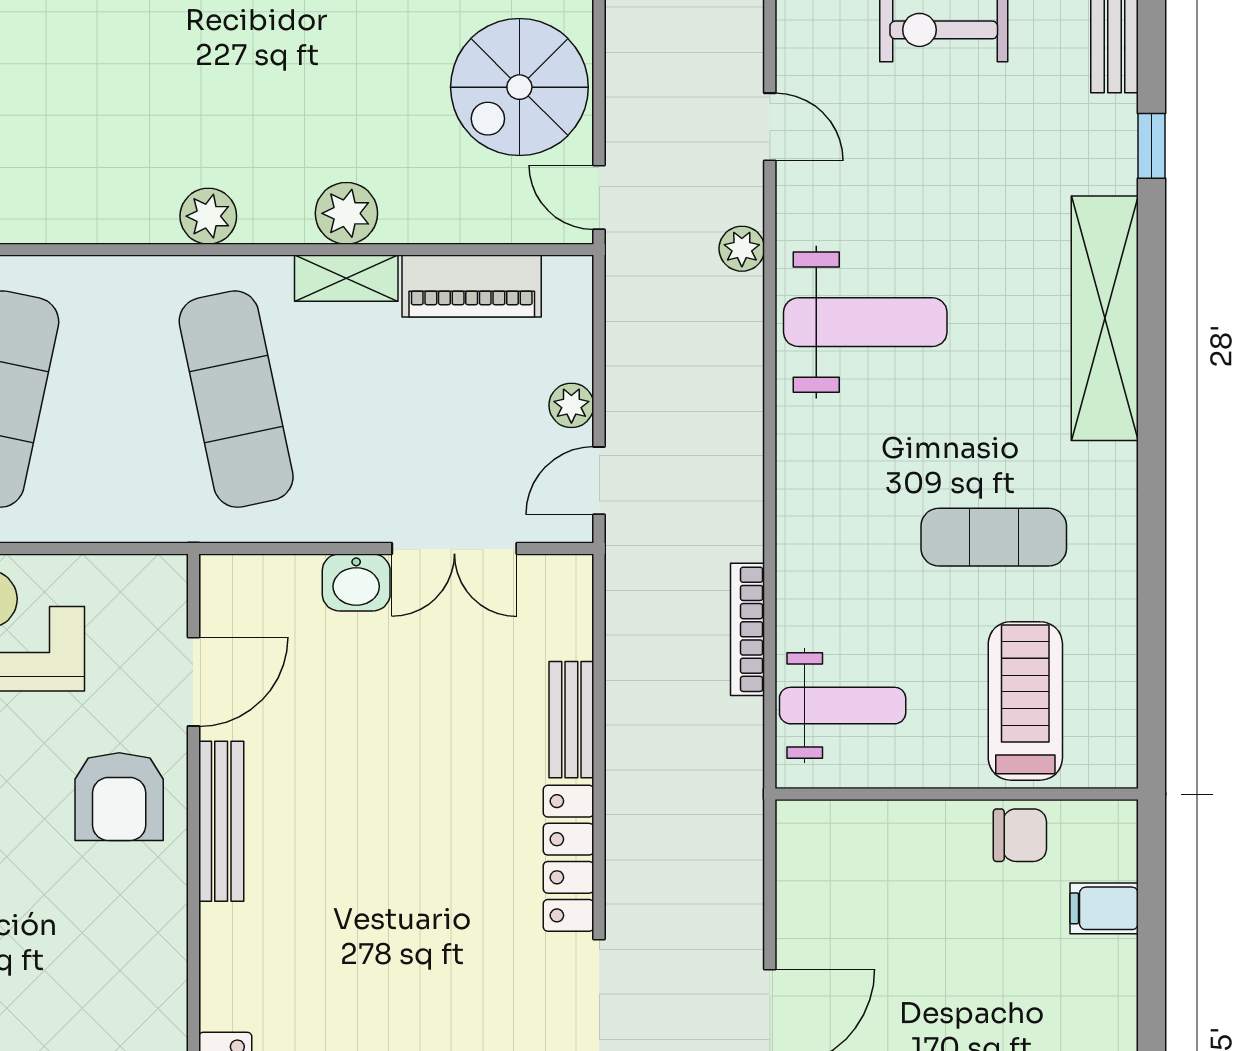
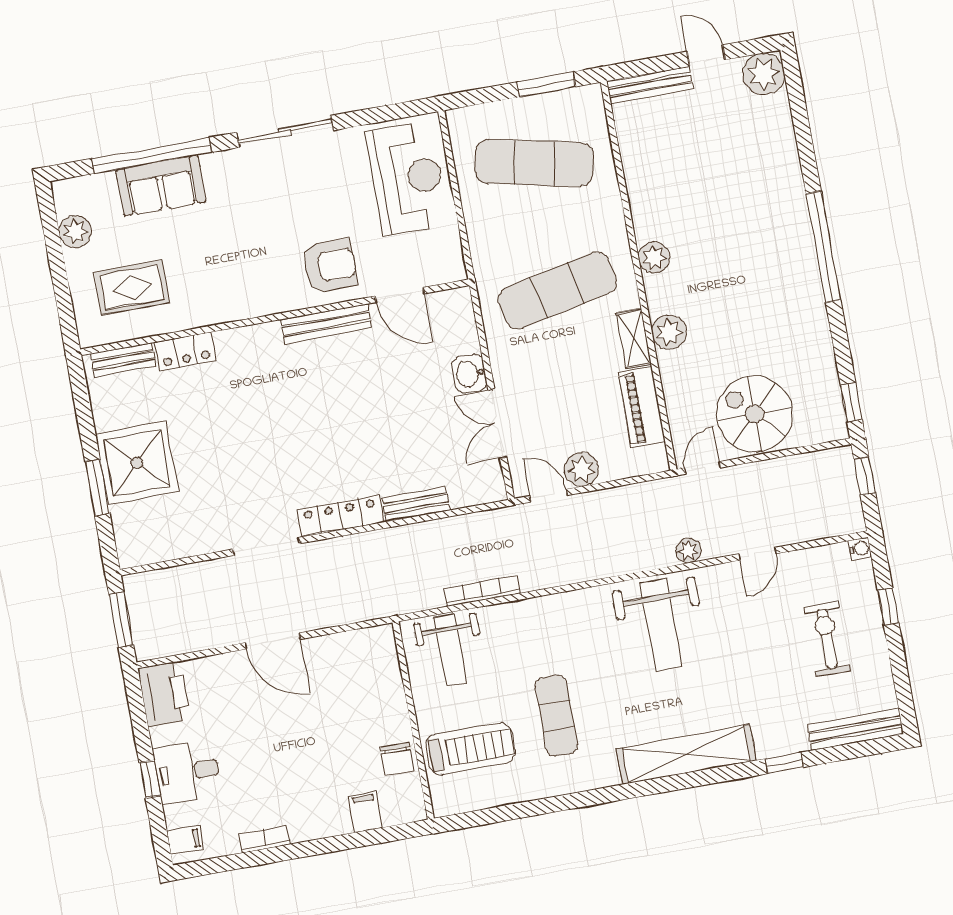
plant: (571, 405) -> (581, 469), width x1.38, depth x1.38
armchair: (119, 797) -> (330, 266), turned 180

